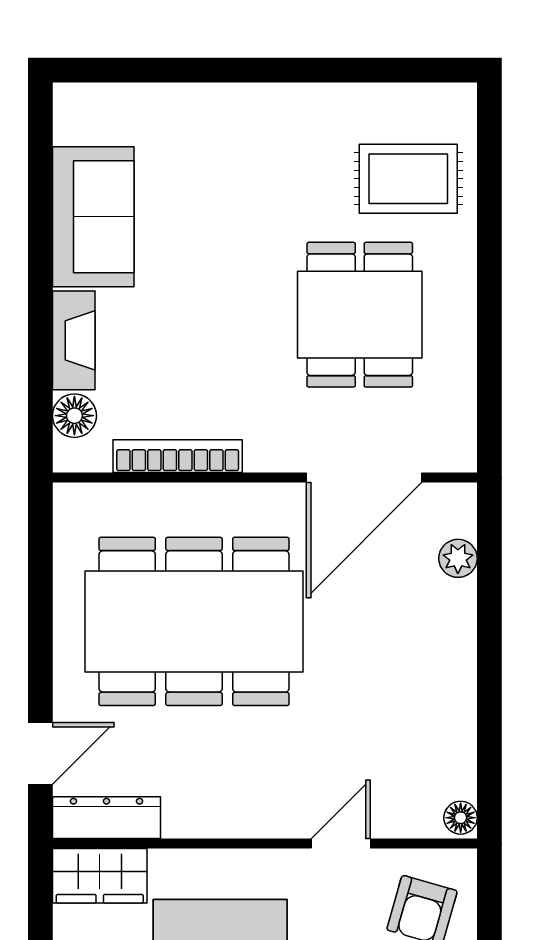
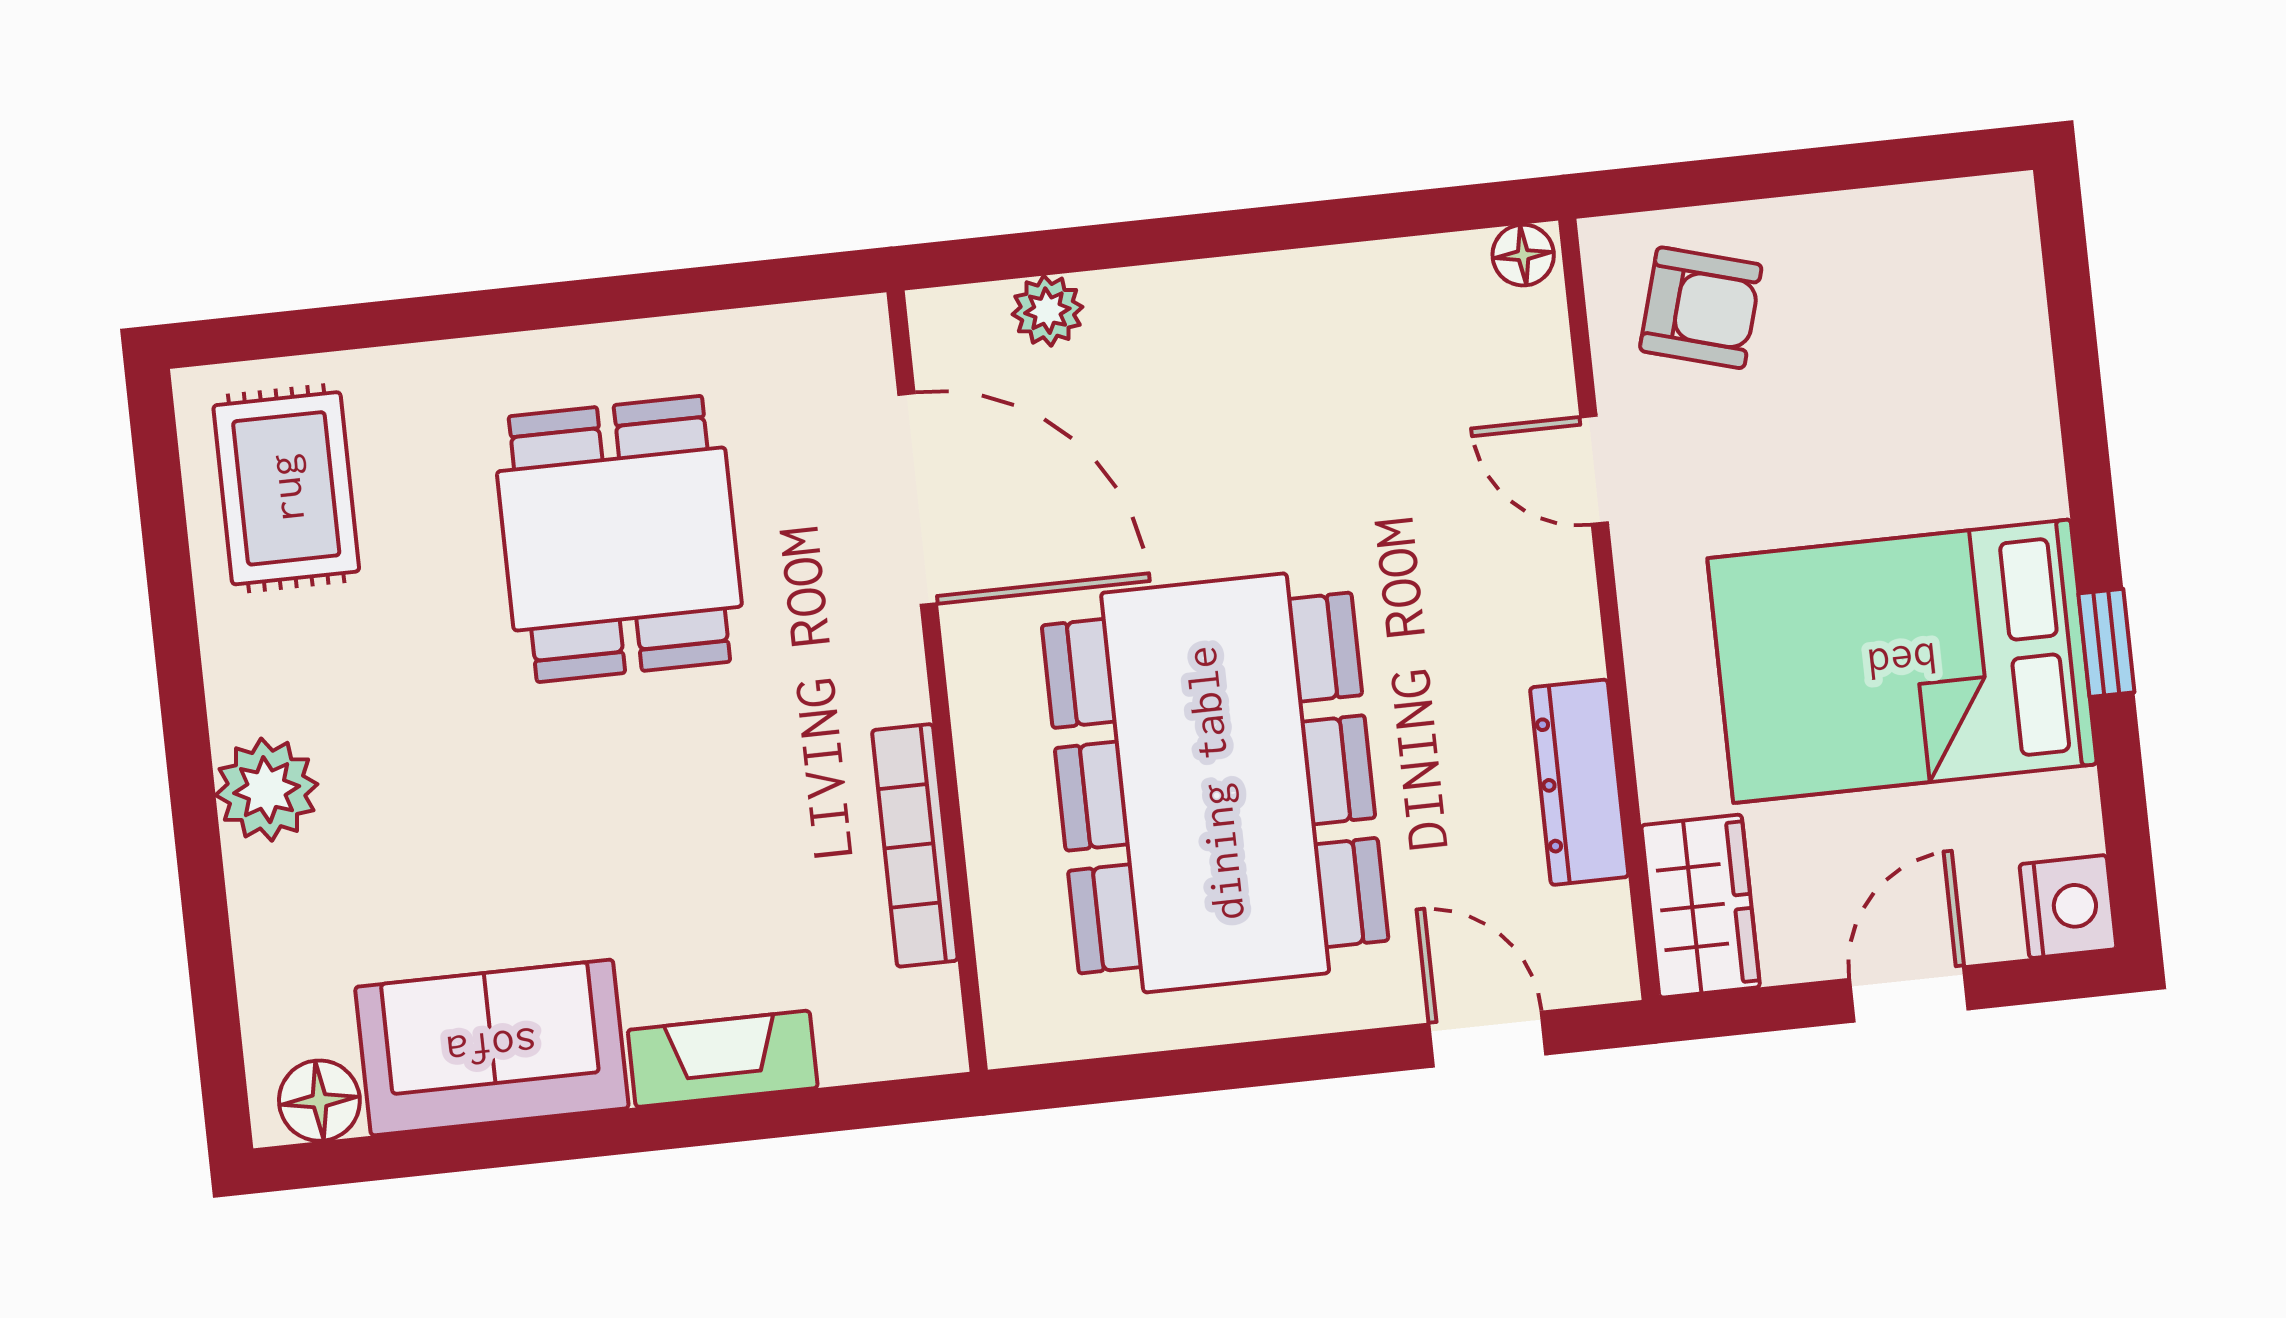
plant: (245, 110) -> (267, 790), added
rug: (408, 179) -> (286, 488), moved
dining table: (360, 315) -> (619, 539), turned 90
floor lamp: (74, 416) -> (319, 1101), moved
dresser: (106, 818) -> (1579, 782), moved

